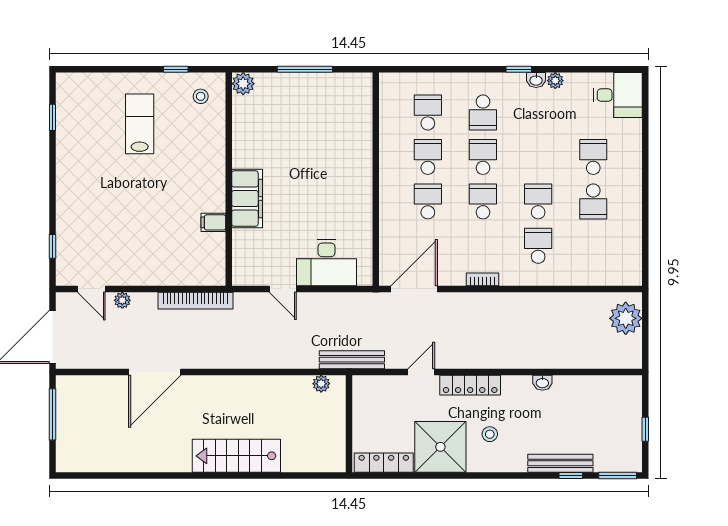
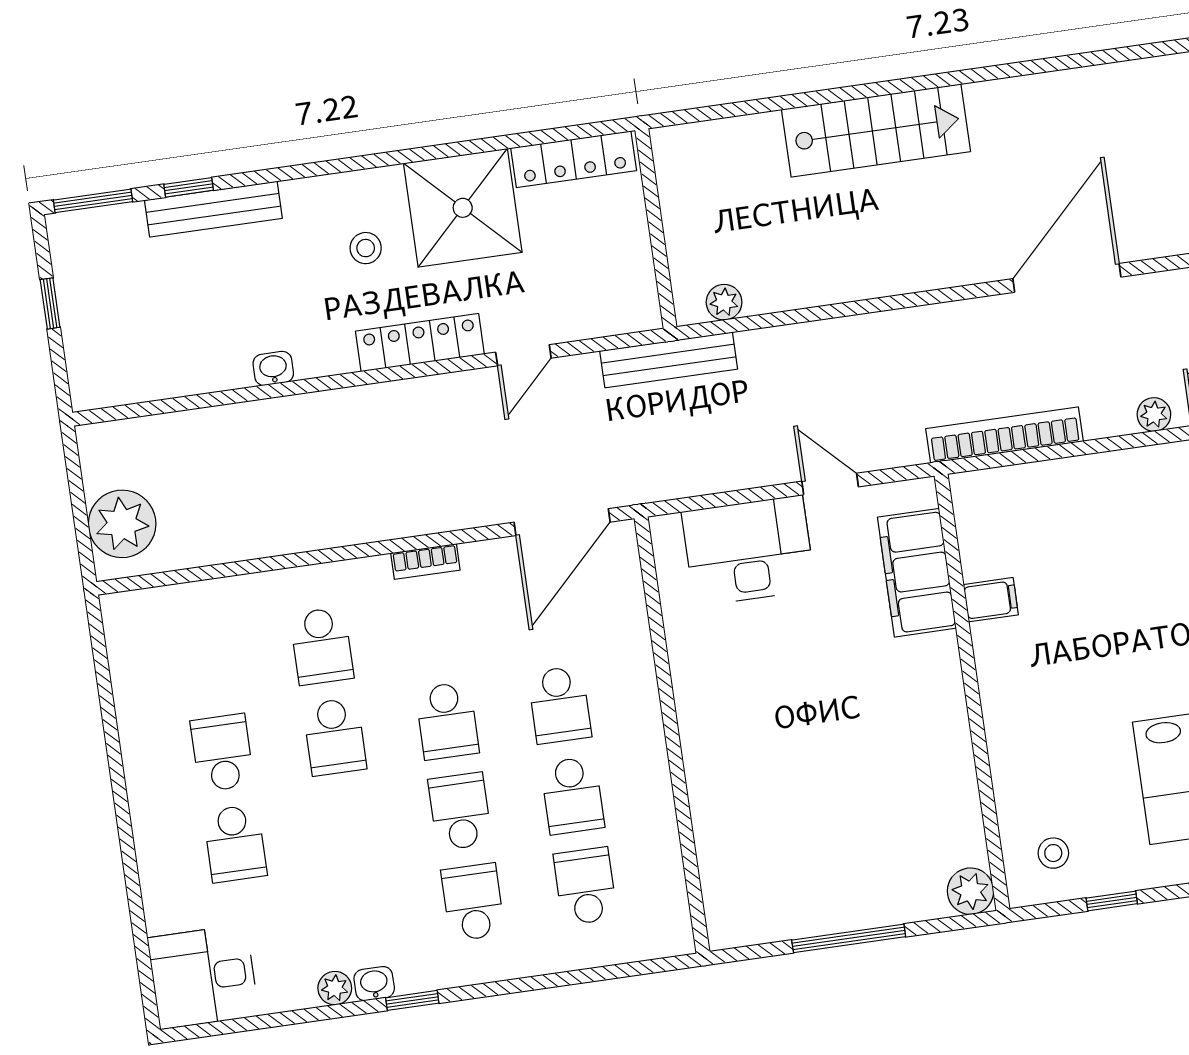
school desk: (428, 112) -> (585, 886), turned 180
school desk: (483, 157) -> (460, 811), turned 180
filing cabinet: (247, 199) -> (917, 573), moved

